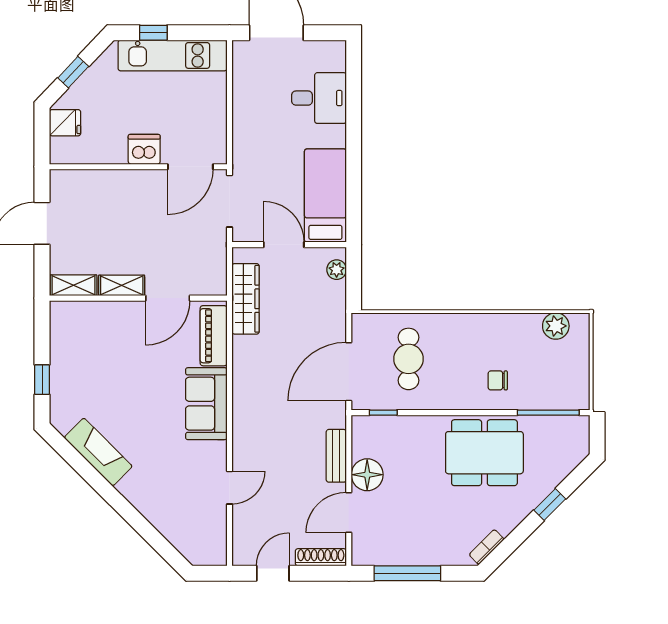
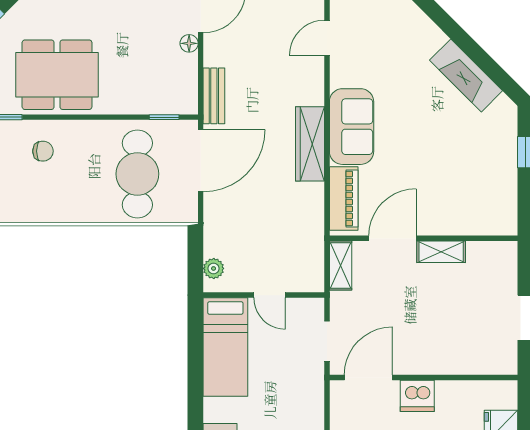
doorway: (230, 201) -> (327, 341), width x0.73
door: (284, 245) -> (270, 295), width x0.73
shelving: (74, 285) -> (341, 266), moved, turned 90
wardrobe: (246, 299) -> (310, 144), moved
cafe table: (409, 359) -> (137, 174), width x1.37, depth x1.35
bench: (336, 456) -> (214, 96), moved
floor lamp: (367, 475) -> (189, 43), width x0.53, depth x0.53

